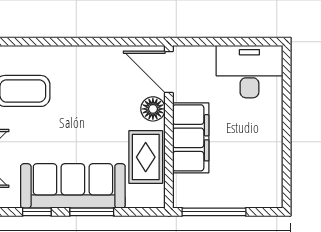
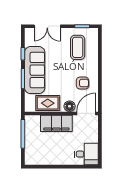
desk: (249, 72) -> (86, 154), width x0.73
armchair: (102, 80) -> (83, 83), added

